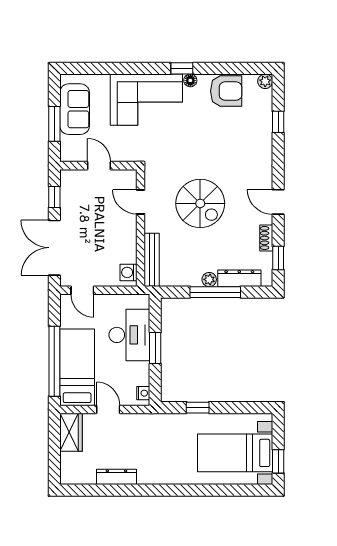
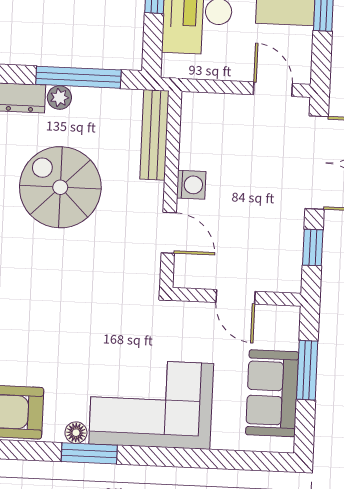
window: (182, 68) -> (89, 453), width x1.50
spiral stairs: (200, 203) -> (60, 187), moved
washing machine: (128, 272) -> (191, 185), moved
window: (215, 292) -> (78, 77), moved

